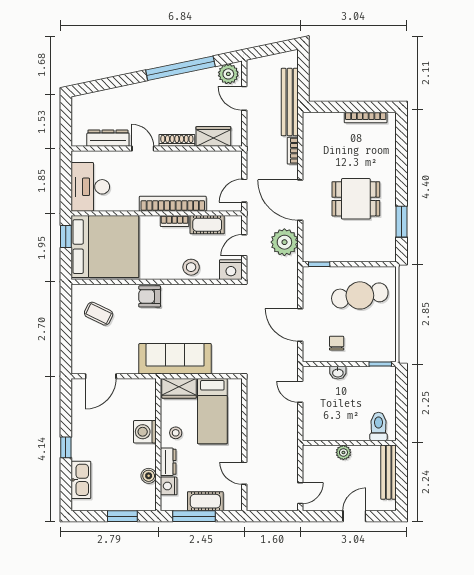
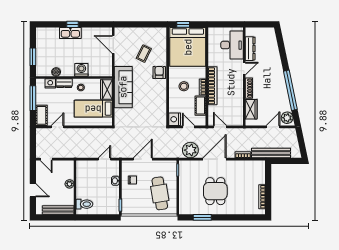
desk: (90, 187) -> (232, 45), moved, turned 90
window: (66, 236) -> (183, 24), moved
stool: (191, 267) -> (184, 86), moved
coffee table: (99, 314) -> (144, 54), moved
kitchen sink: (81, 480) -> (70, 33), moved
cot: (205, 501) -> (41, 115), moved

